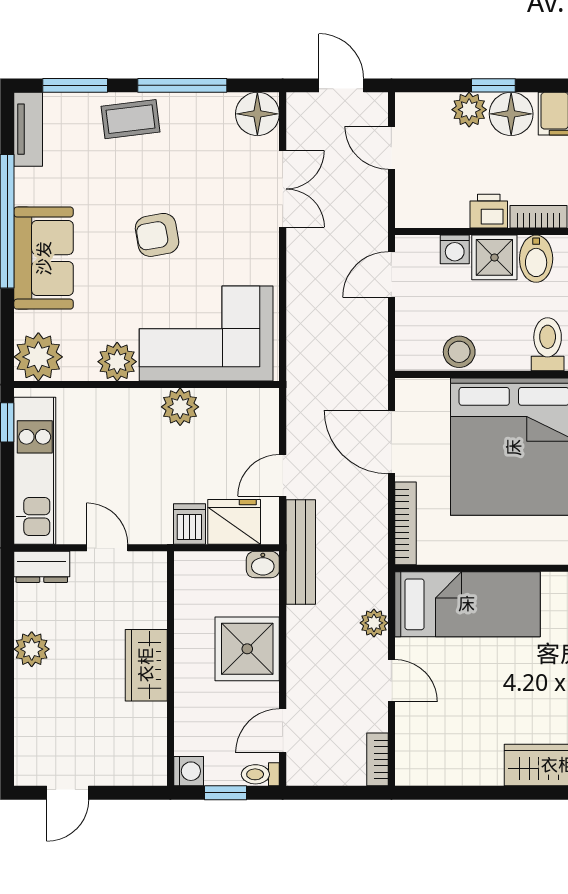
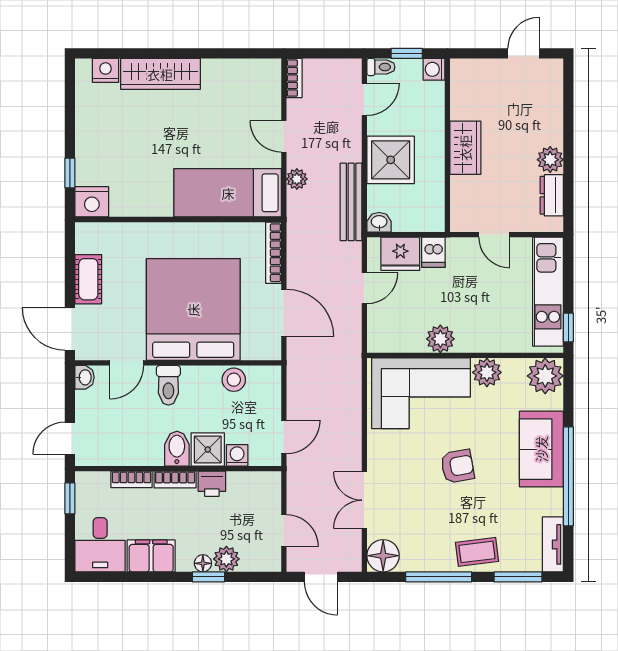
floor lamp: (511, 114) -> (203, 563), width x0.53, depth x0.53
bench: (301, 552) -> (351, 202), moved
dresser: (42, 567) -> (552, 195), moved, turned -90

